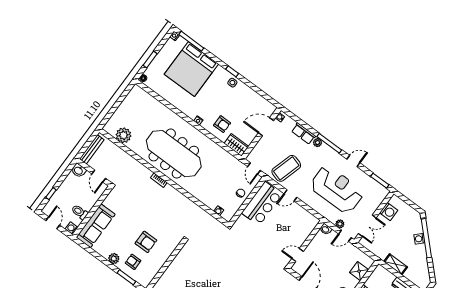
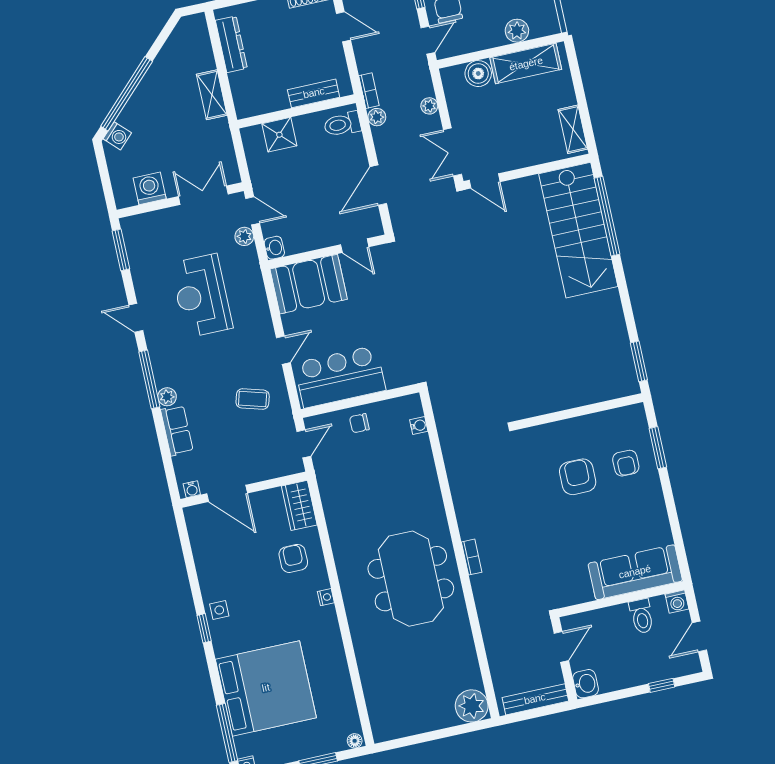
plant: (124, 135) -> (472, 706), moved
meeting table: (174, 154) -> (411, 579), width x0.73
coffee table: (286, 168) -> (253, 399), width x0.54, depth x0.58
reception desk: (337, 189) -> (201, 296), width x0.74, depth x0.77
door: (291, 195) -> (283, 350), hinge flipped
booth: (302, 227) -> (309, 284), added
washing machine: (419, 239) -> (117, 136), moved
plant: (114, 259) -> (652, 495), removed

